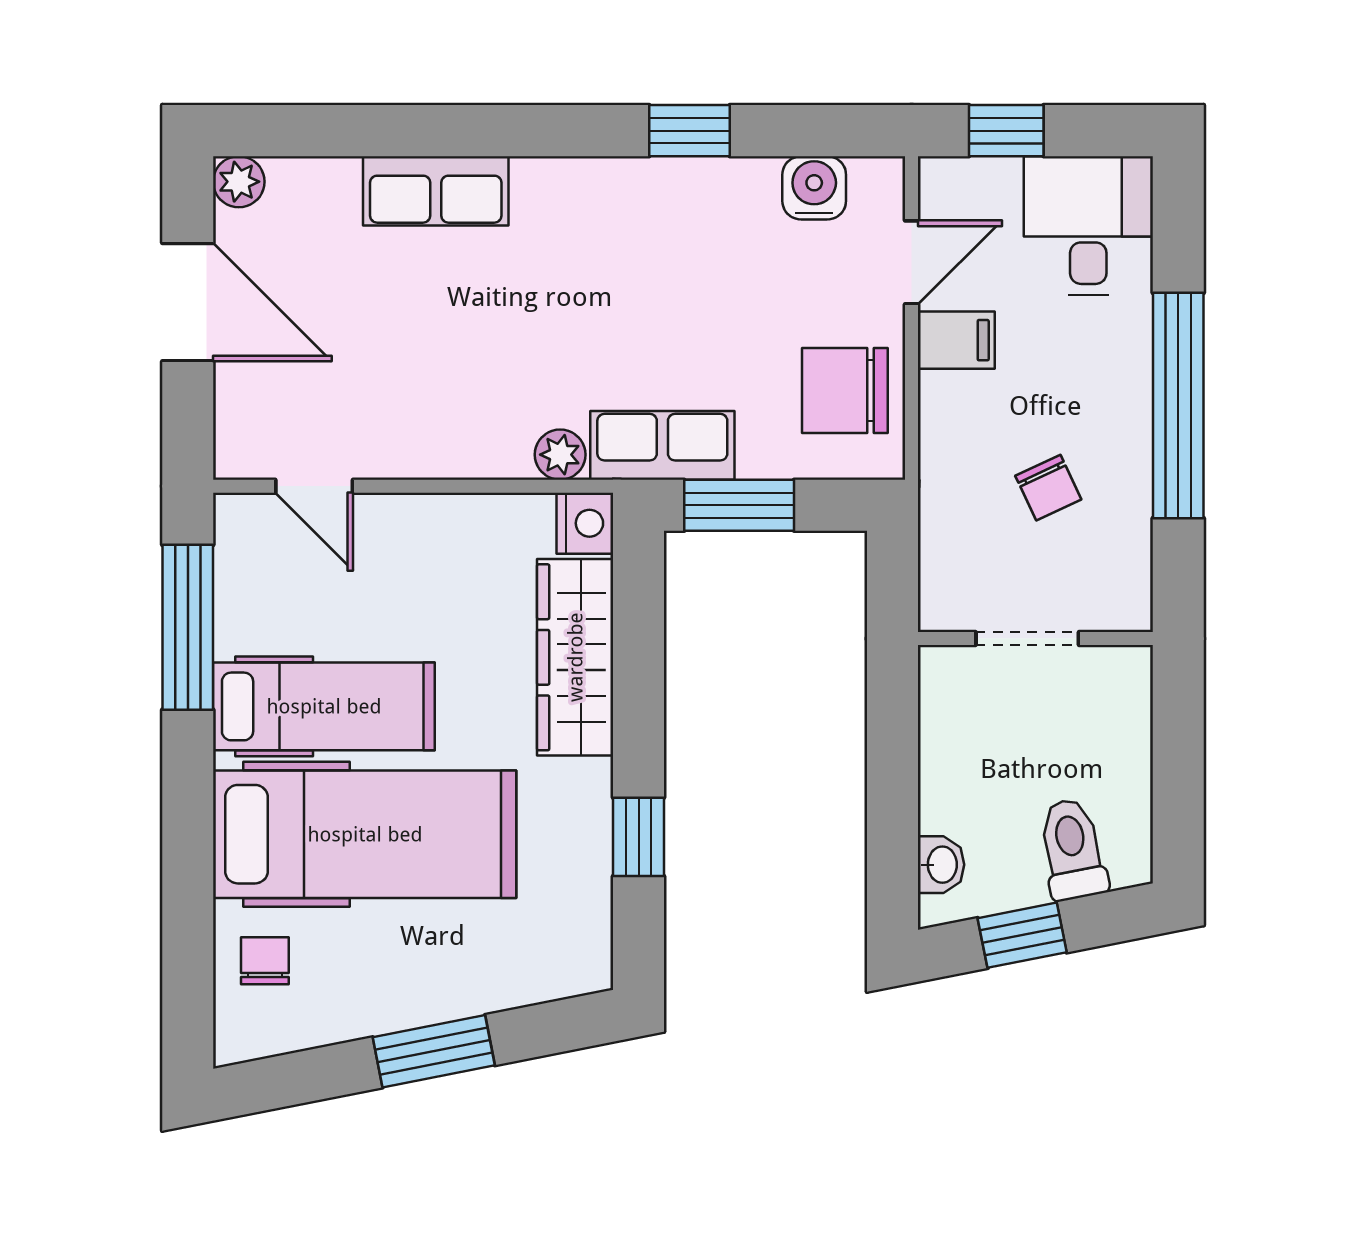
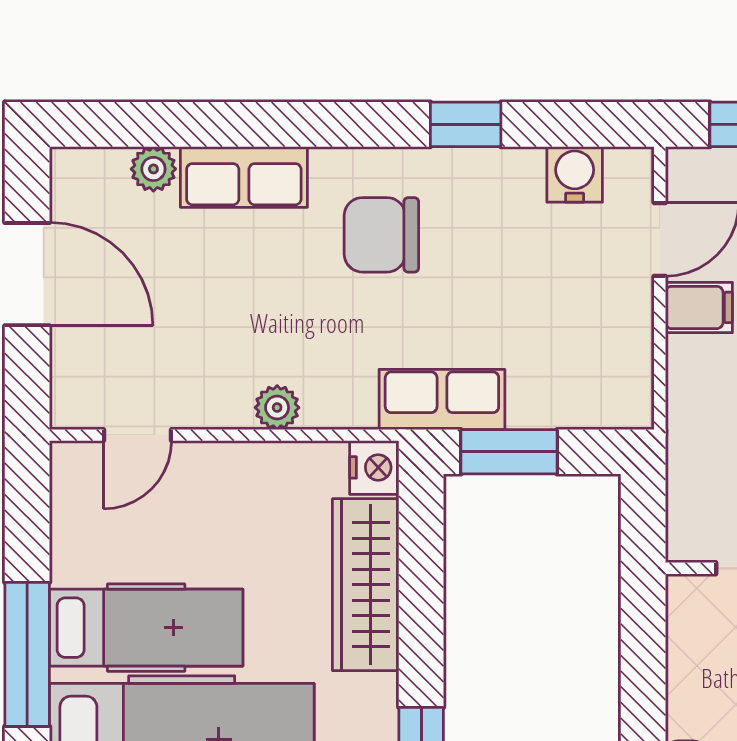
plant: (239, 182) -> (153, 169), moved
chair: (845, 391) -> (381, 235), moved
plant: (560, 455) -> (277, 408), moved
door: (314, 486) -> (137, 435), hinge flipped
window: (188, 627) -> (27, 654), moved

